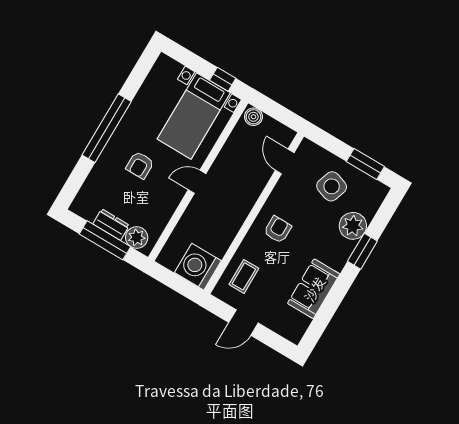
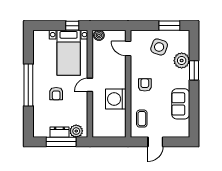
washing machine: (198, 267) -> (116, 99), moved

